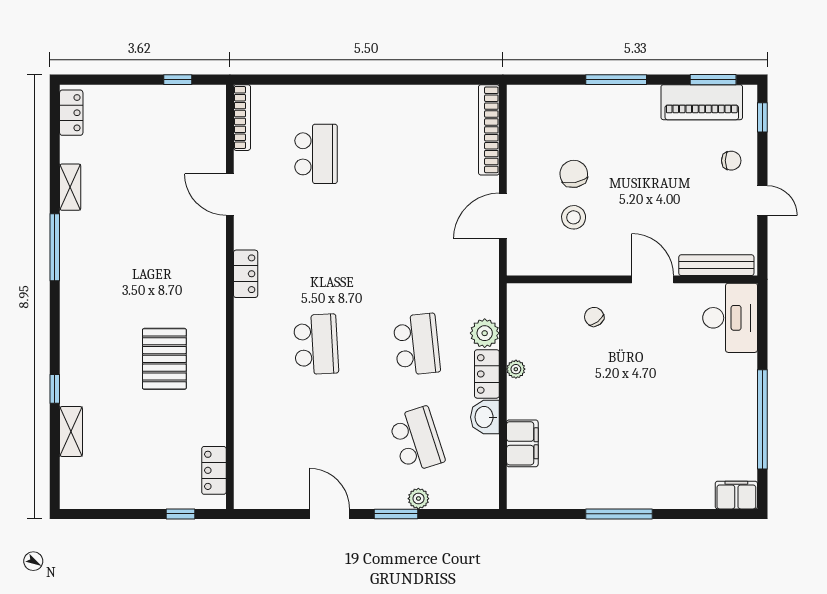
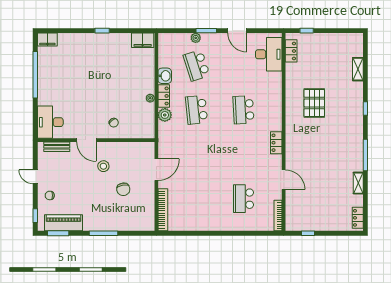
stool: (574, 217) -> (103, 166), moved
bench: (716, 265) -> (57, 147), width x0.73
window: (55, 389) -> (365, 108), moved
filing cabinet: (522, 443) -> (143, 40), moved, turned -90
desk: (262, 463) -> (269, 54), added
window: (619, 514) -> (102, 31), width x0.46

